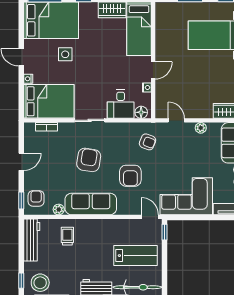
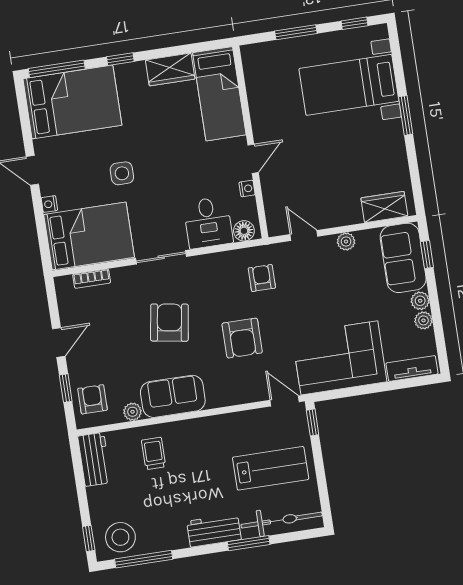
side table: (65, 54) -> (122, 173), moved
armchair: (147, 142) -> (262, 278), turned -111
window: (21, 200) -> (66, 388), moved
sofa: (91, 204) -> (173, 396), width x0.73
workbench: (32, 240) -> (94, 459), width x0.73

